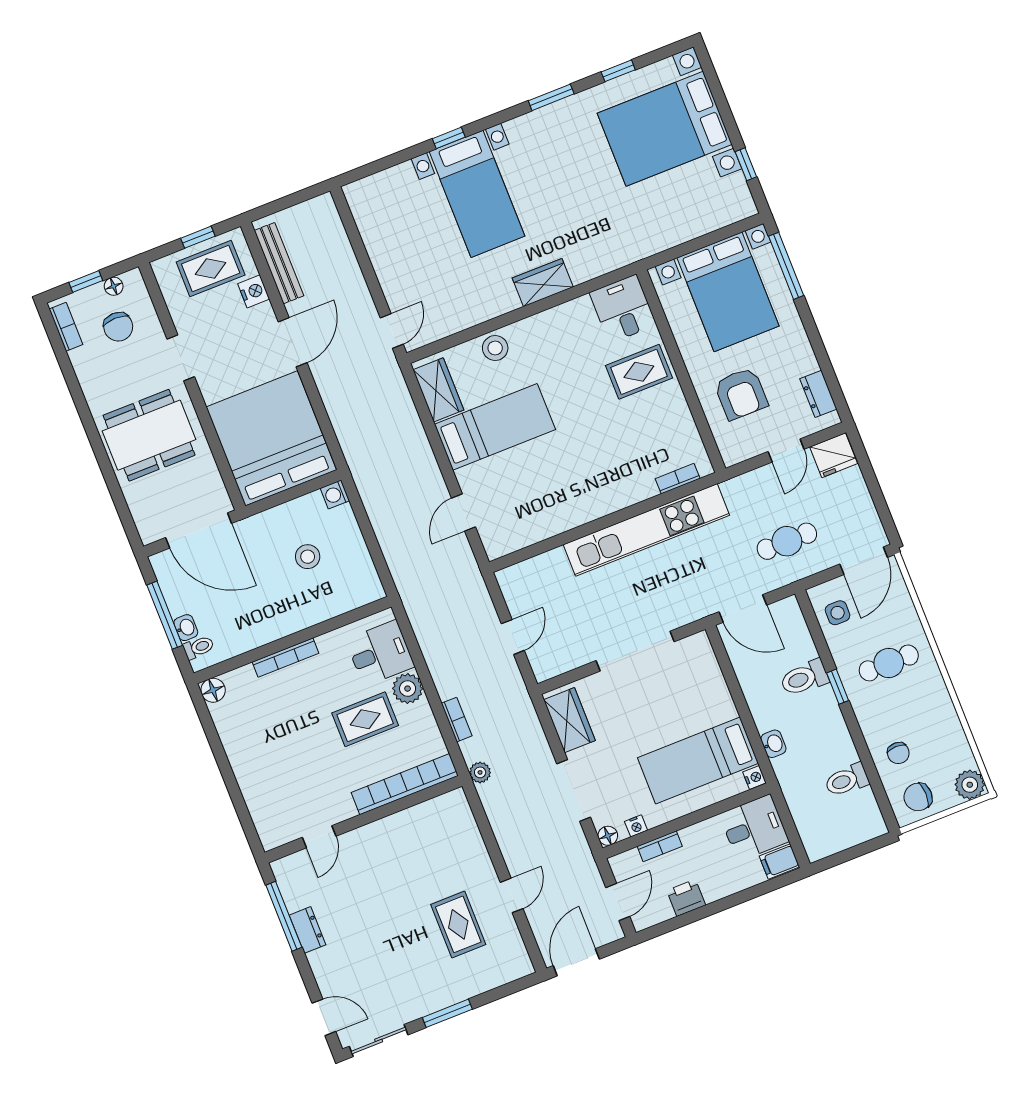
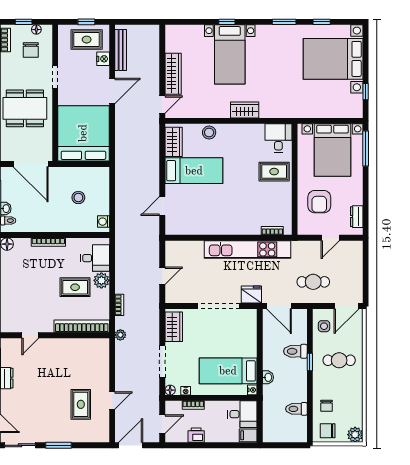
wardrobe: (389, 269) -> (173, 74), added
fridge: (834, 455) -> (251, 295), moved, turned 180
washing machine: (335, 494) -> (103, 222), moved

